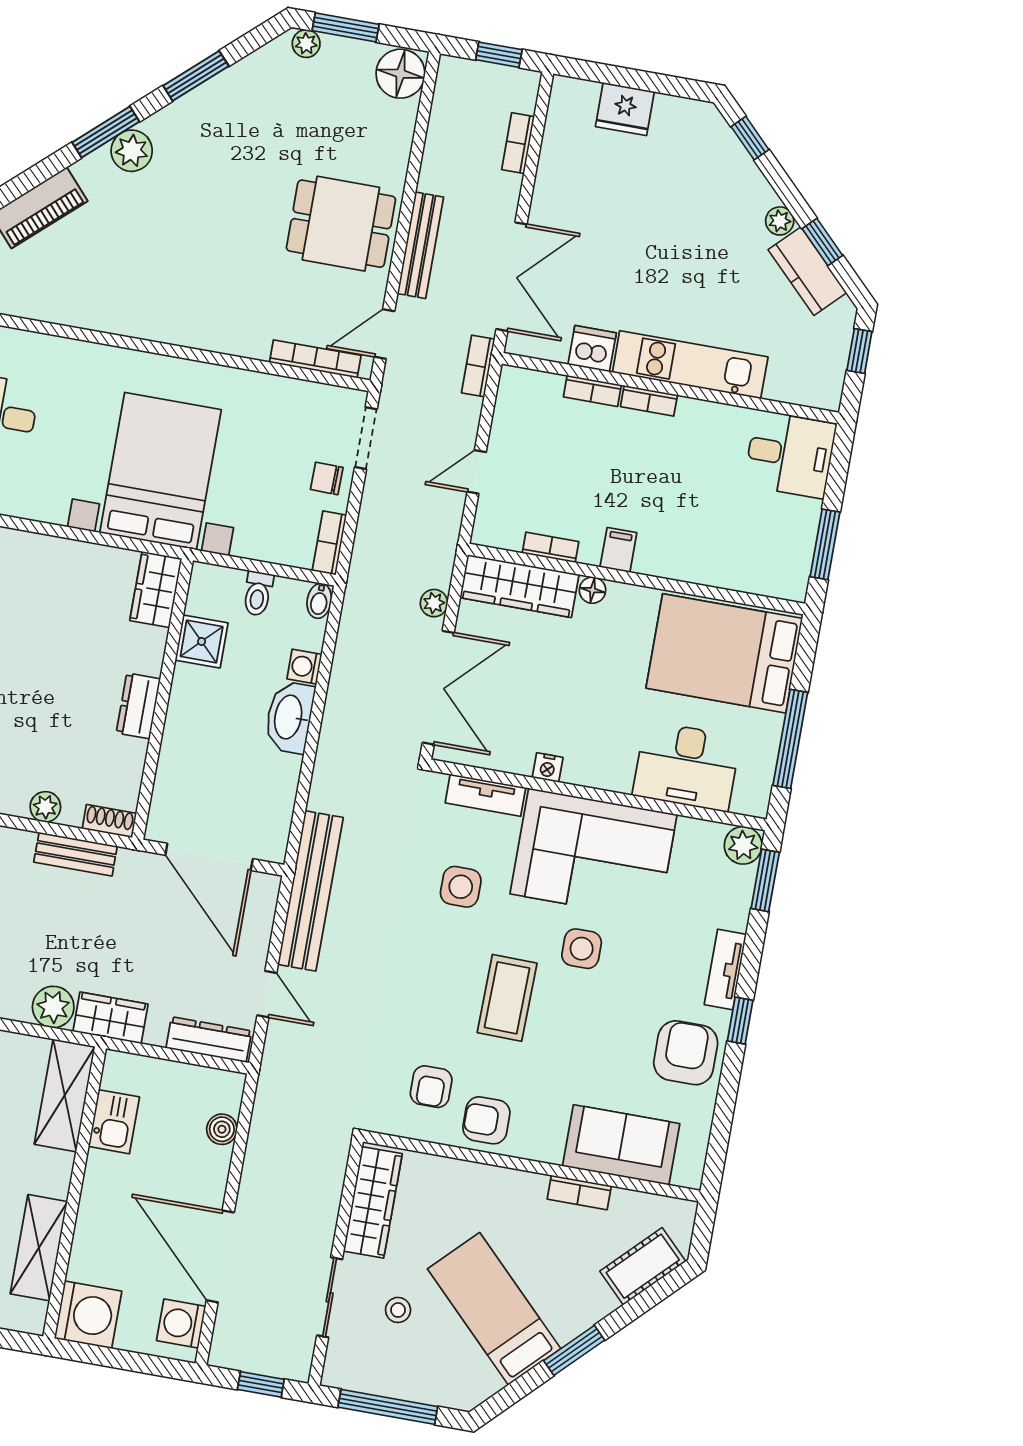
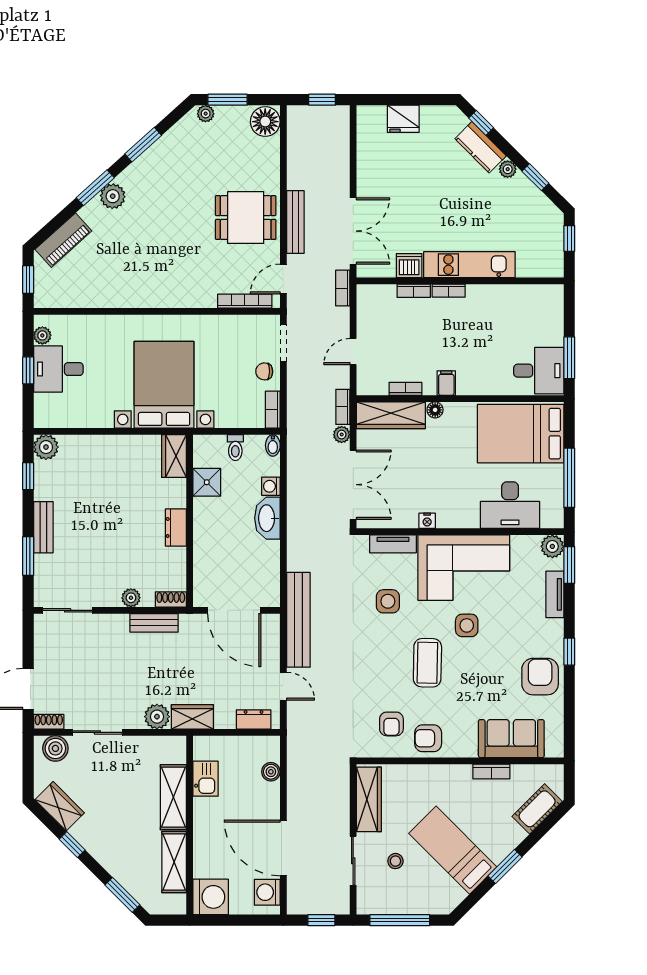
bookcase: (518, 143) -> (343, 407), moved
kitchen counter: (807, 271) -> (481, 147), moved
desk: (790, 455) -> (539, 371), moved
tv unit: (725, 970) -> (555, 594), moved
dresser: (209, 1040) -> (254, 719), width x0.70
shelving: (65, 1095) -> (173, 797), moved

